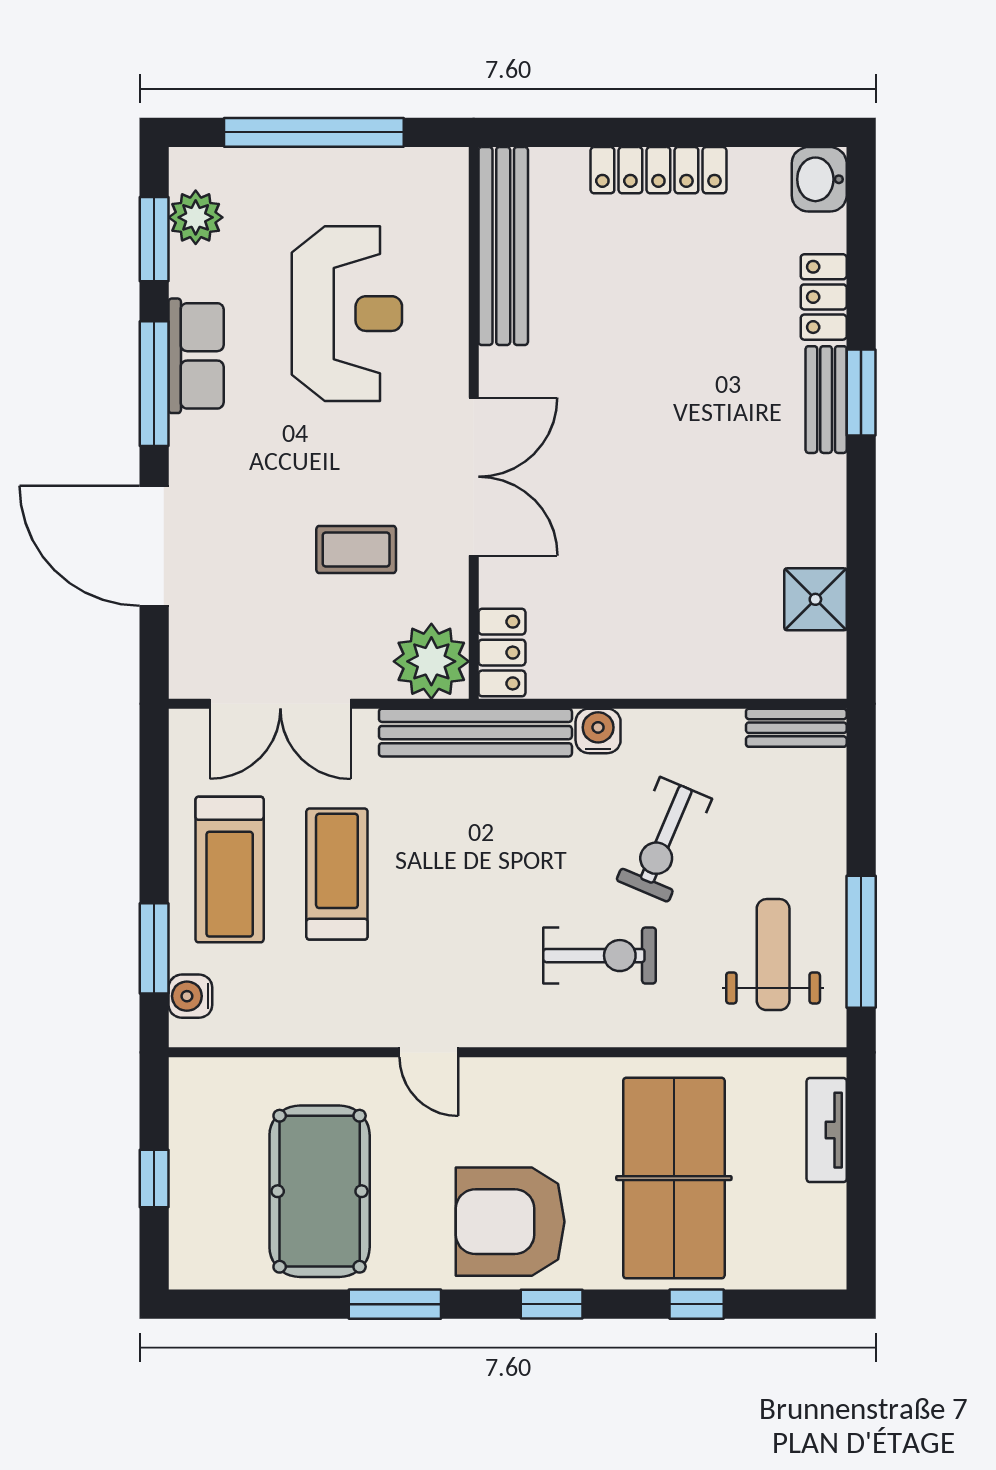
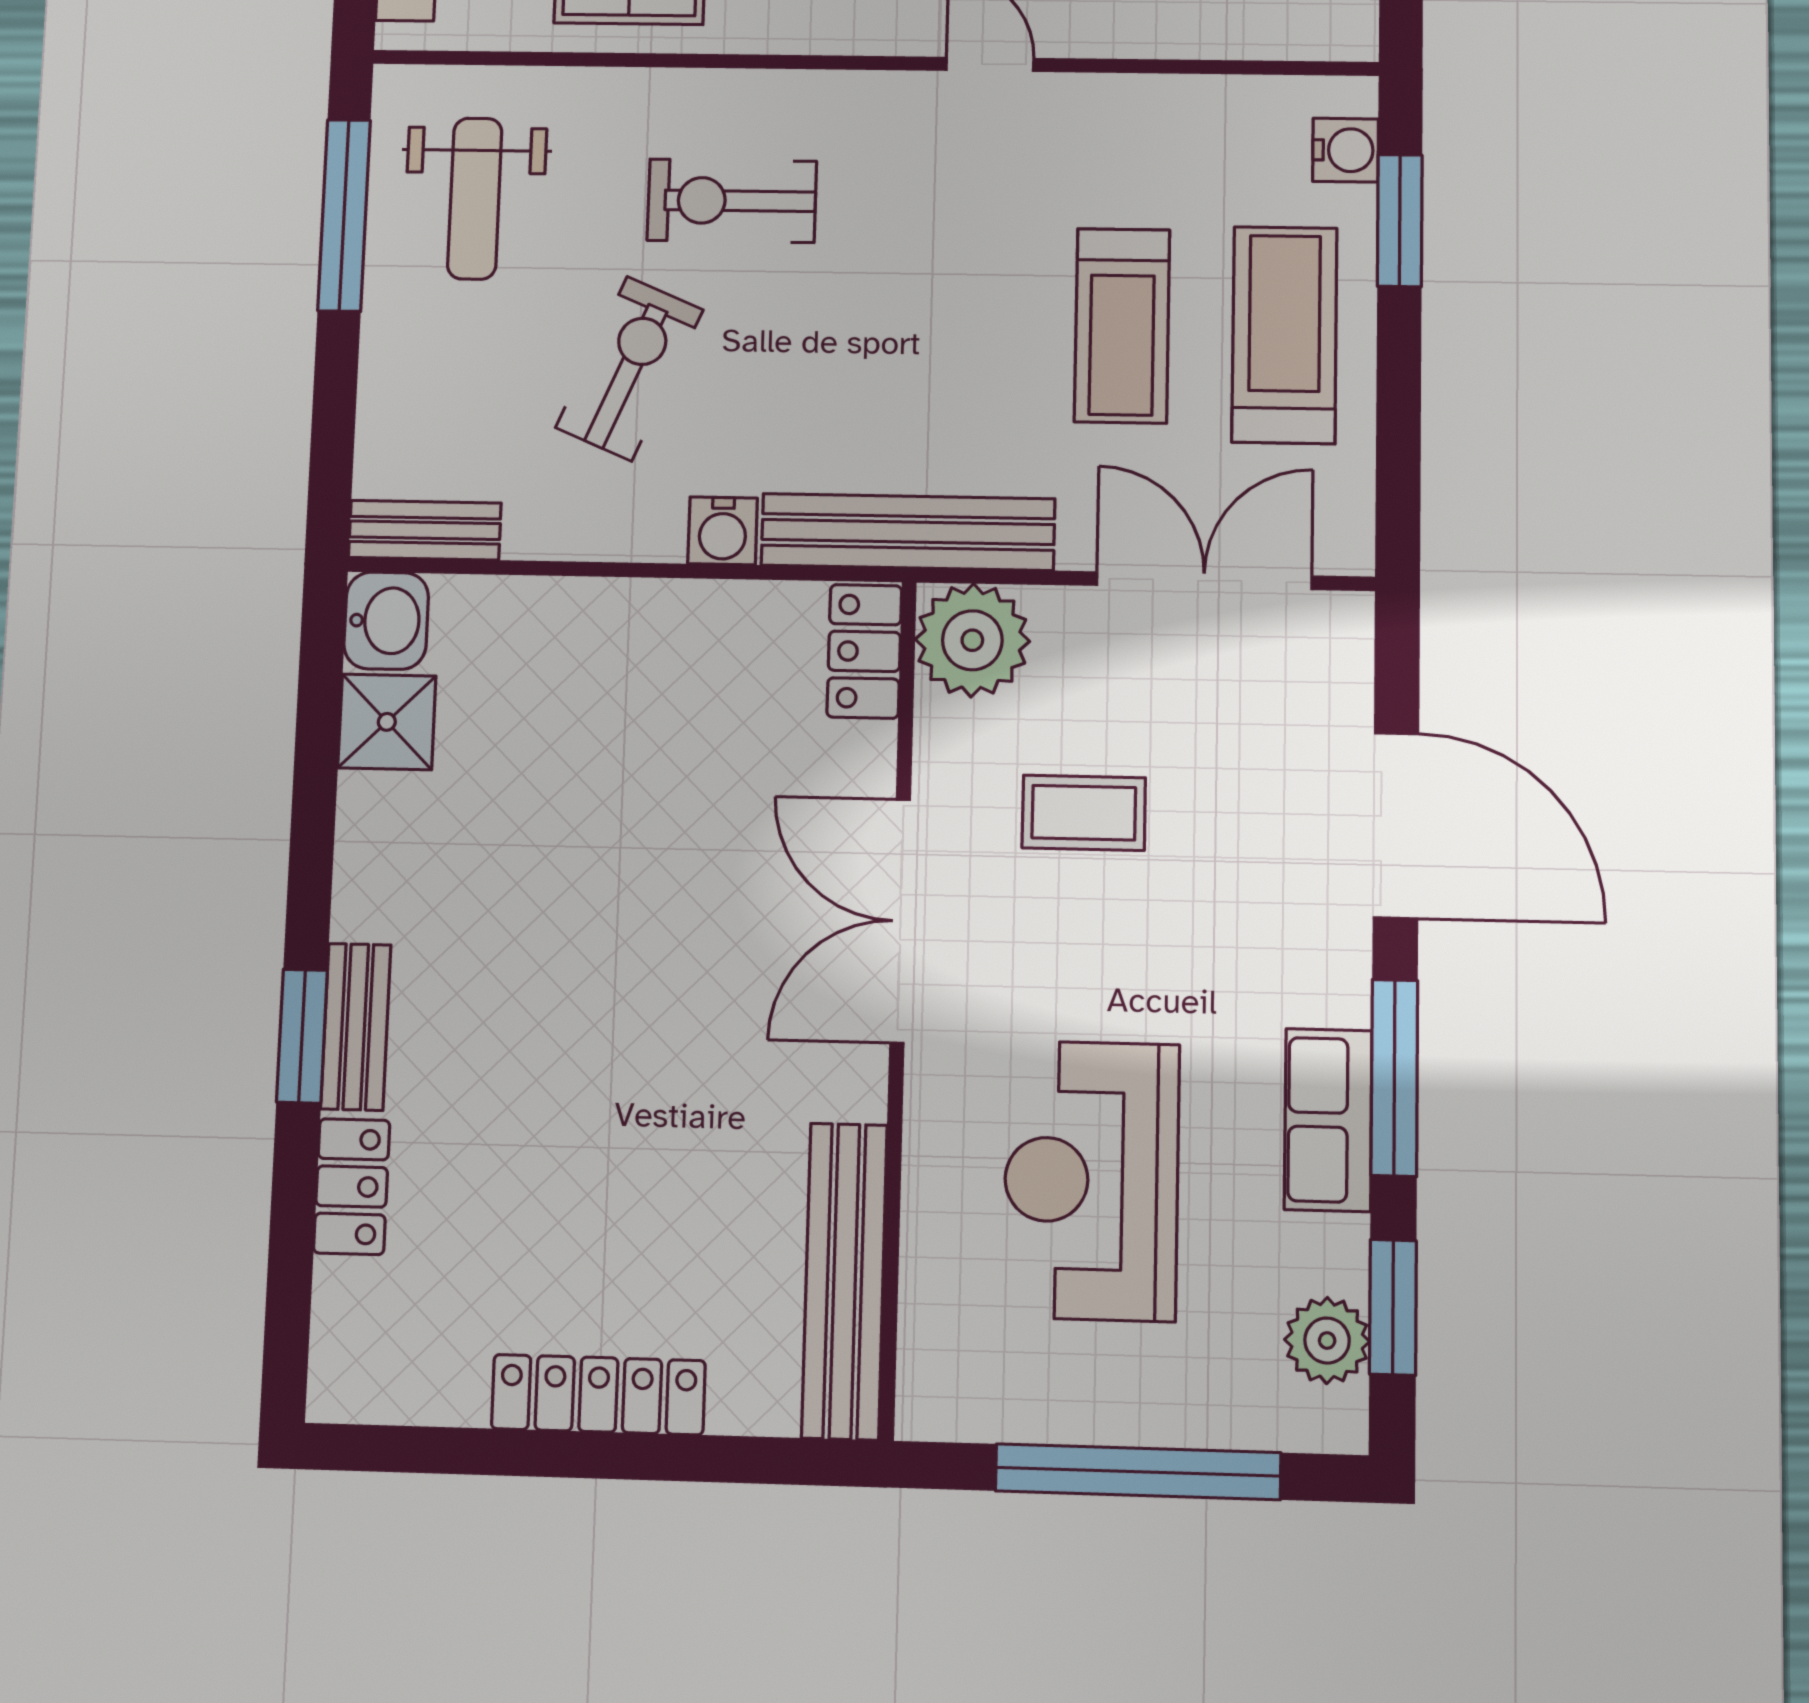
washbasin: (819, 179) -> (386, 621), moved

